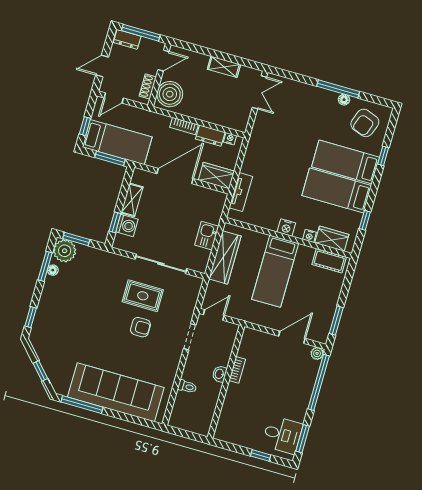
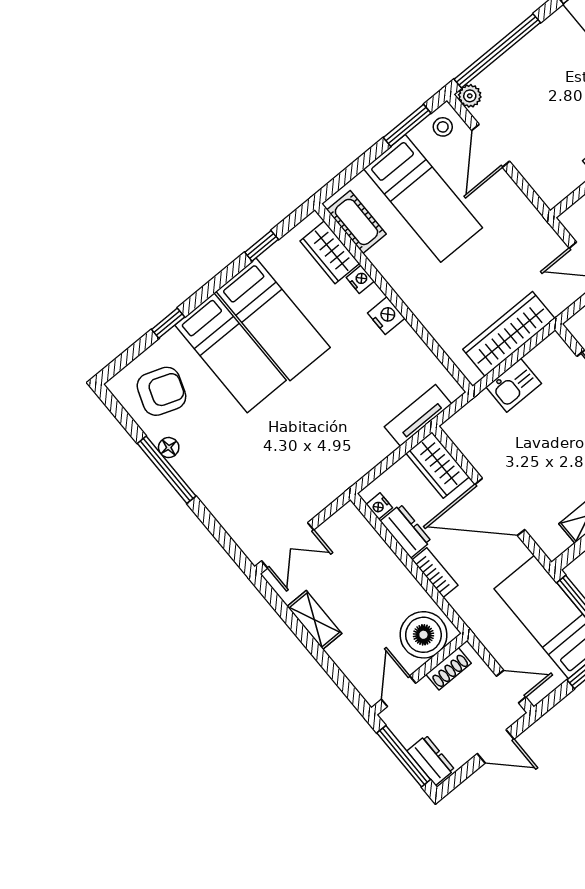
door: (163, 61) -> (399, 691), hinge flipped
double door: (259, 92) -> (288, 545), swing flipped
bed: (275, 271) -> (423, 198), moved, turned 90
stool: (320, 331) -> (443, 127), added
door: (292, 337) -> (491, 146), hinge flipped

